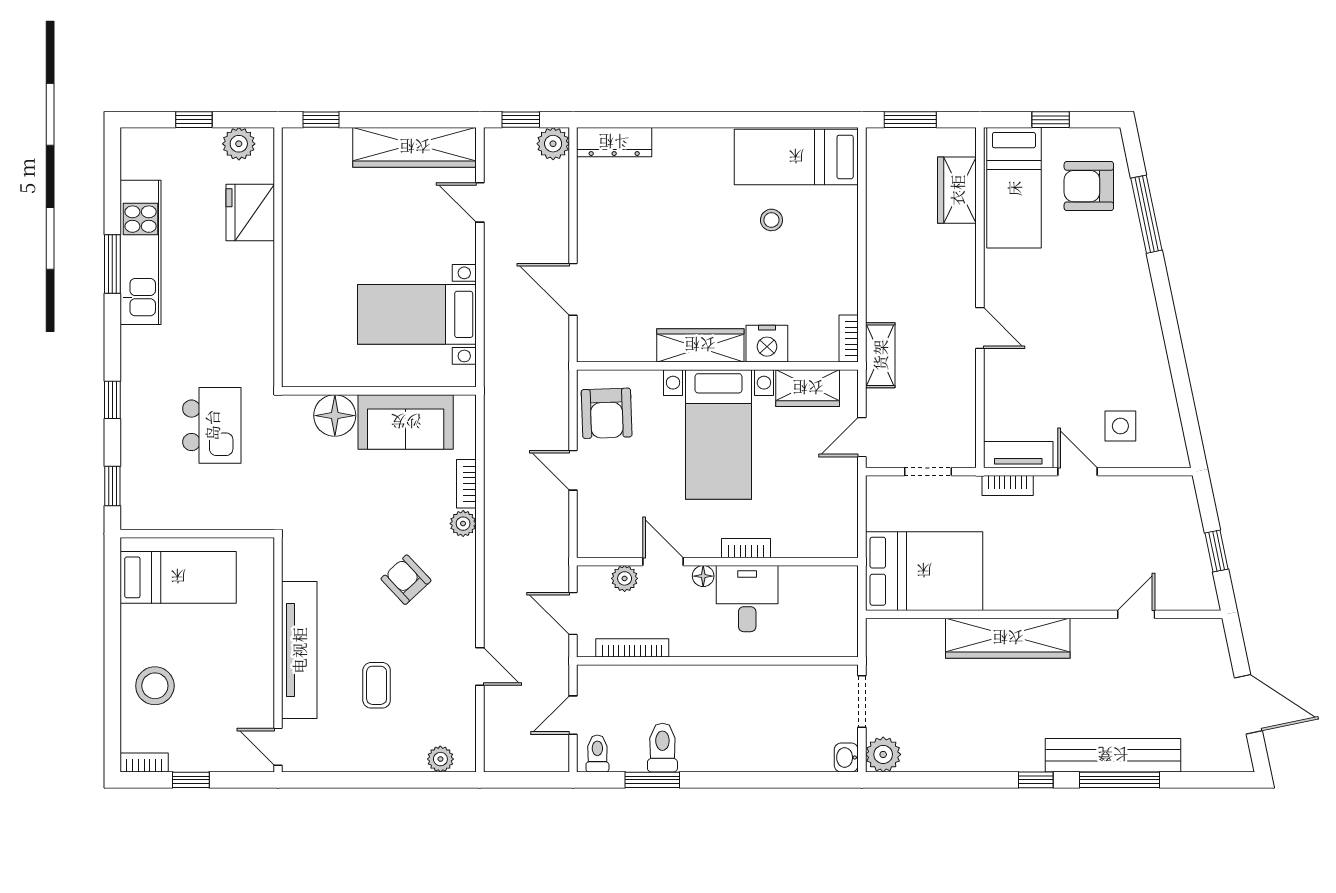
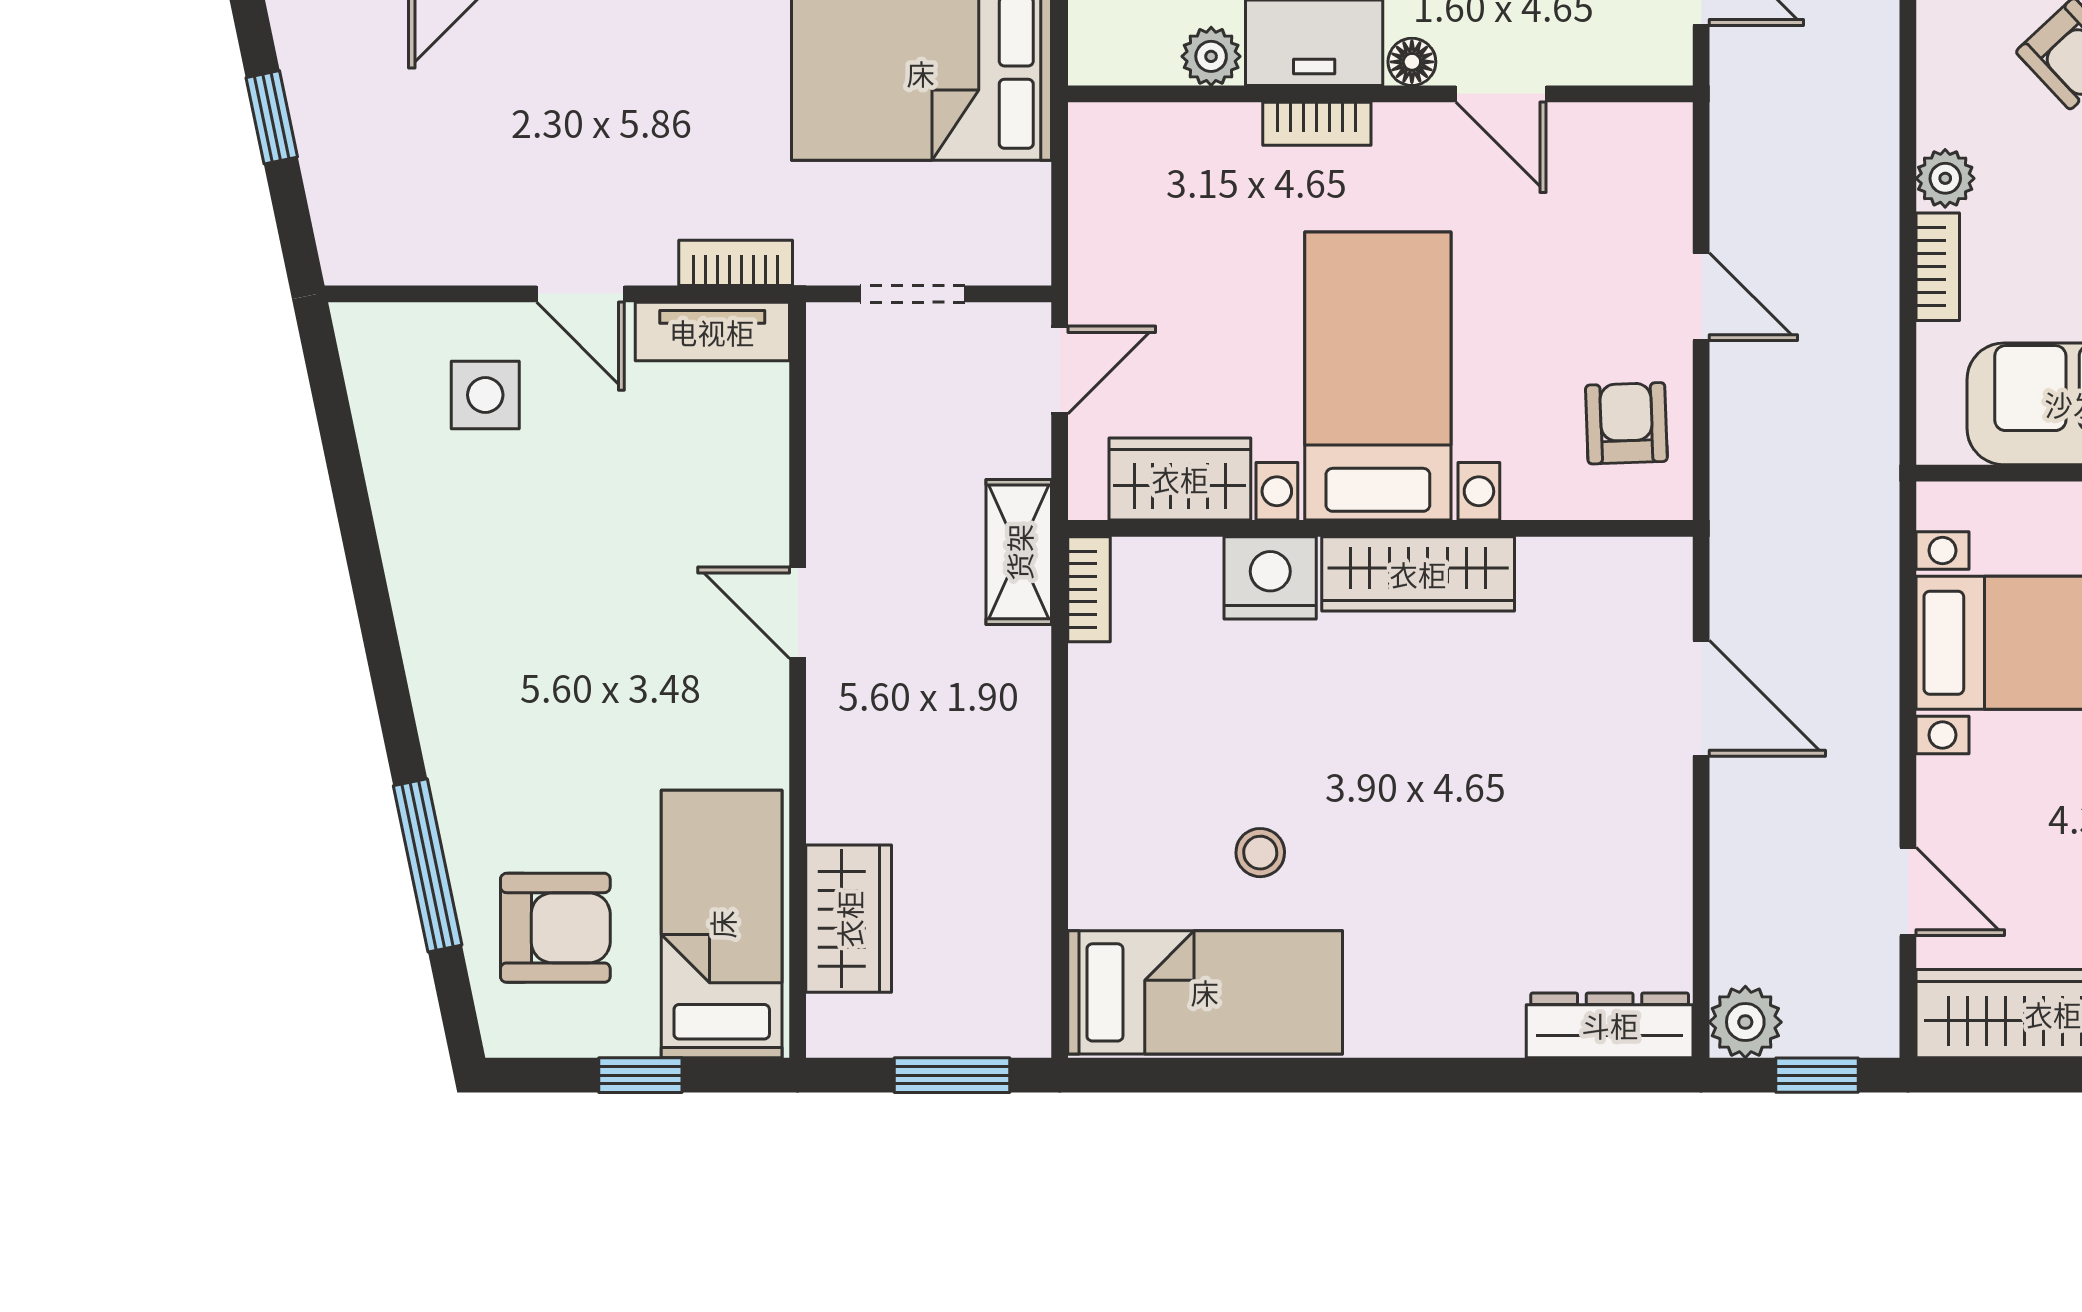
armchair: (607, 413) -> (1626, 423), width x0.72, depth x0.72
plant: (625, 578) -> (1211, 56), moved

